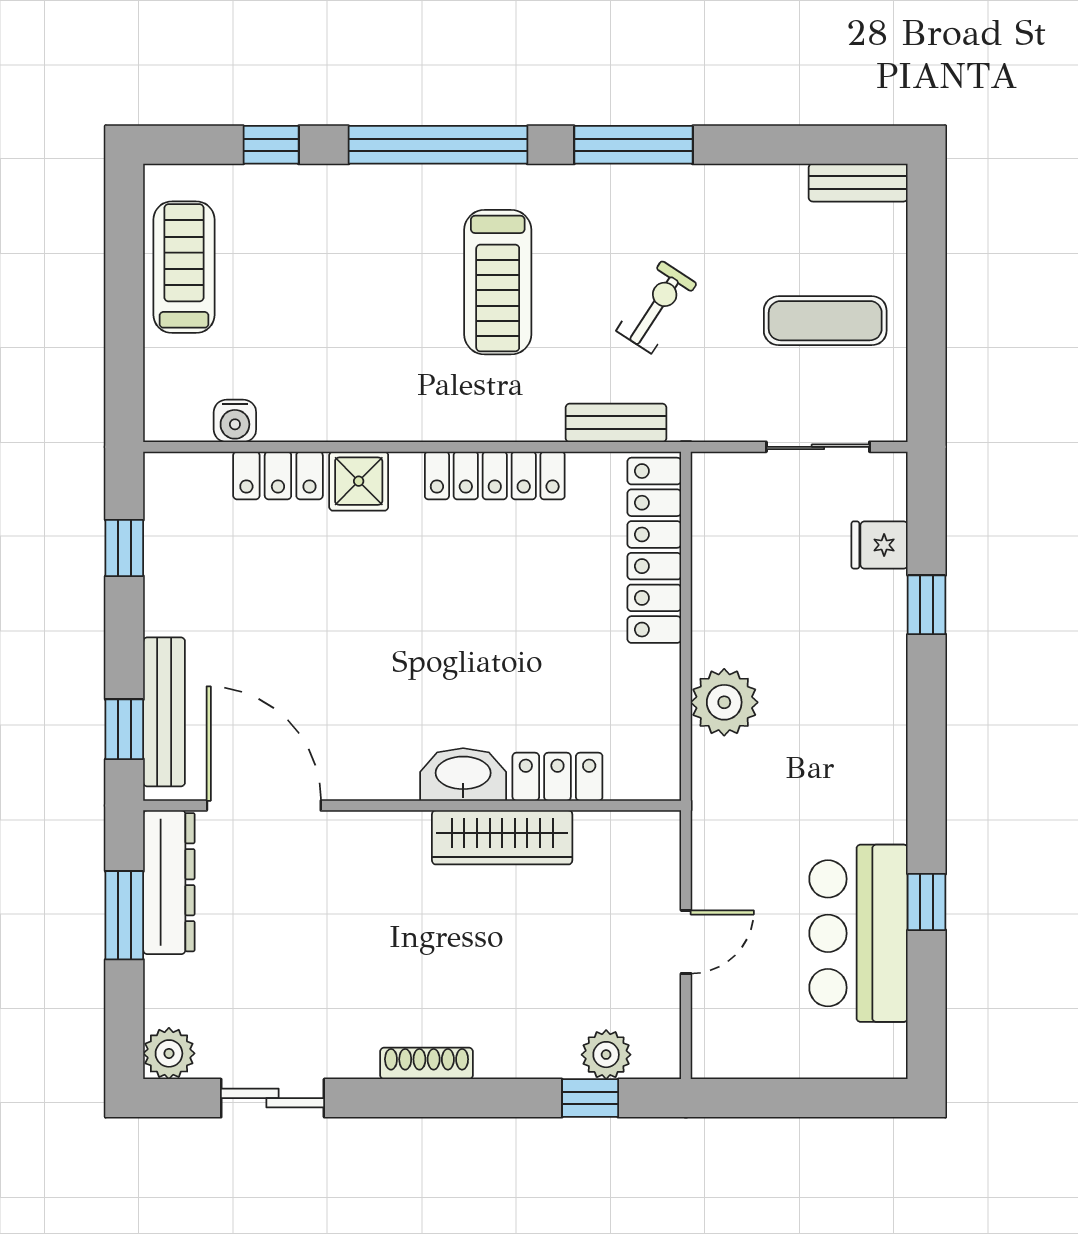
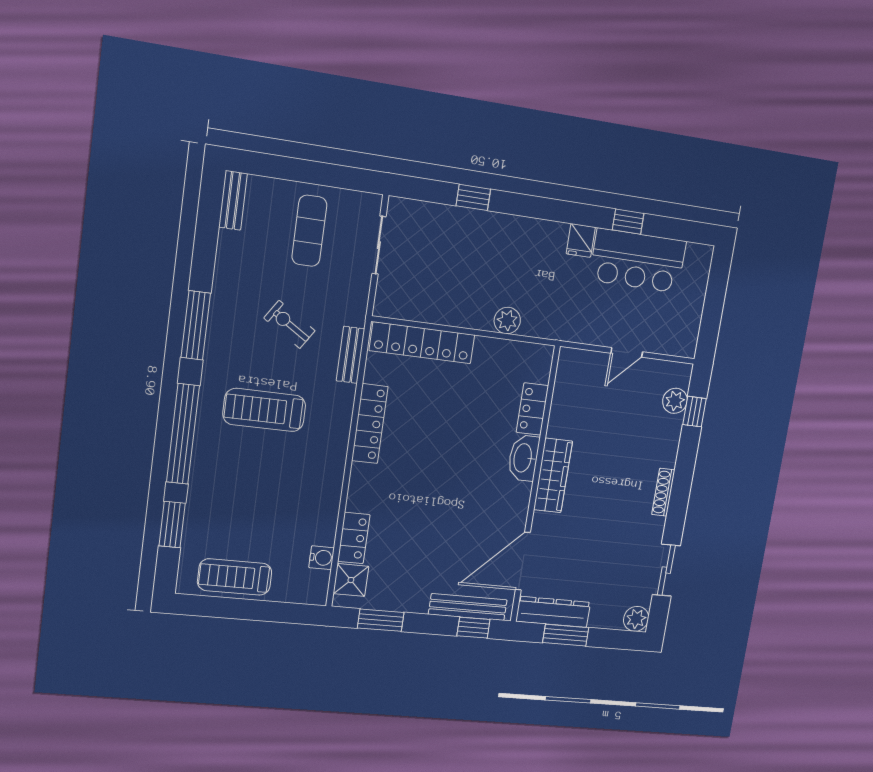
window: (271, 145) -> (172, 525), width x1.50
treadmill: (498, 282) -> (264, 410), turned 180
shower: (359, 481) -> (351, 580), moved
fridge: (880, 545) -> (581, 240), moved
window: (124, 548) -> (381, 620), width x1.50
plant: (724, 702) -> (507, 321), width x0.73, depth x0.73
wardrobe: (502, 837) -> (553, 475), moved
door: (686, 942) -> (627, 352), swing flipped

